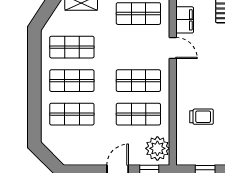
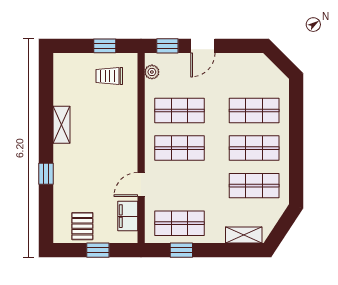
door: (173, 48) -> (141, 185), hinge flipped
trolley: (202, 117) -> (109, 76), moved
plant: (157, 148) -> (152, 72), width x0.53, depth x0.53

